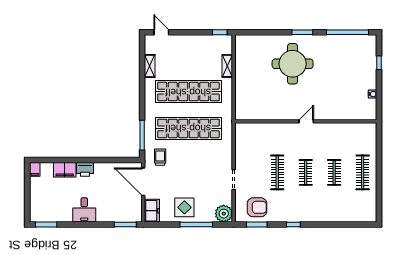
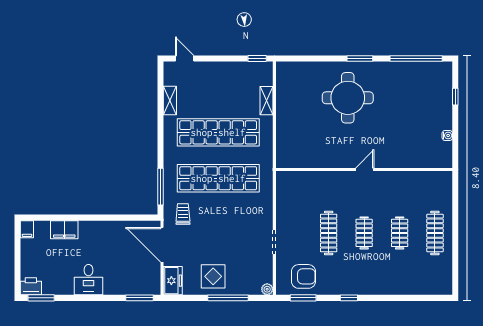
printer: (85, 169) -> (31, 286), moved, turned 180
plant: (224, 214) -> (267, 289), width x0.53, depth x0.53

